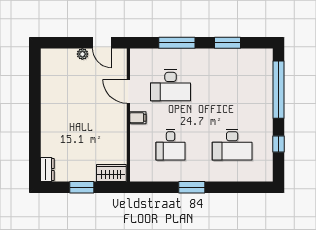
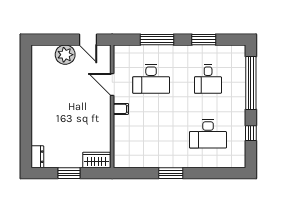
plant: (82, 54) -> (65, 55), width x1.88, depth x1.88
desk: (171, 145) -> (208, 79), moved

